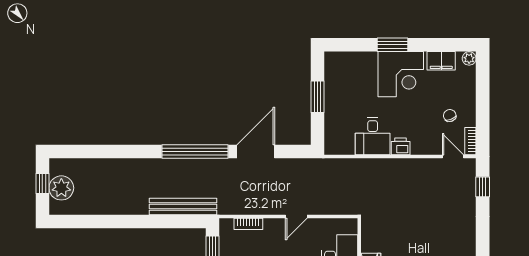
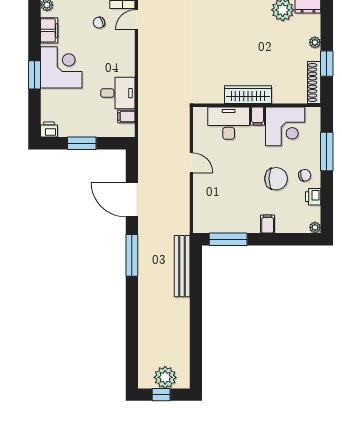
filing cabinet: (347, 146) -> (126, 116), added
printer: (401, 146) -> (49, 130), moved, turned 90
window: (195, 152) -> (132, 255), width x0.68
bookcase: (248, 224) -> (198, 207), removed

